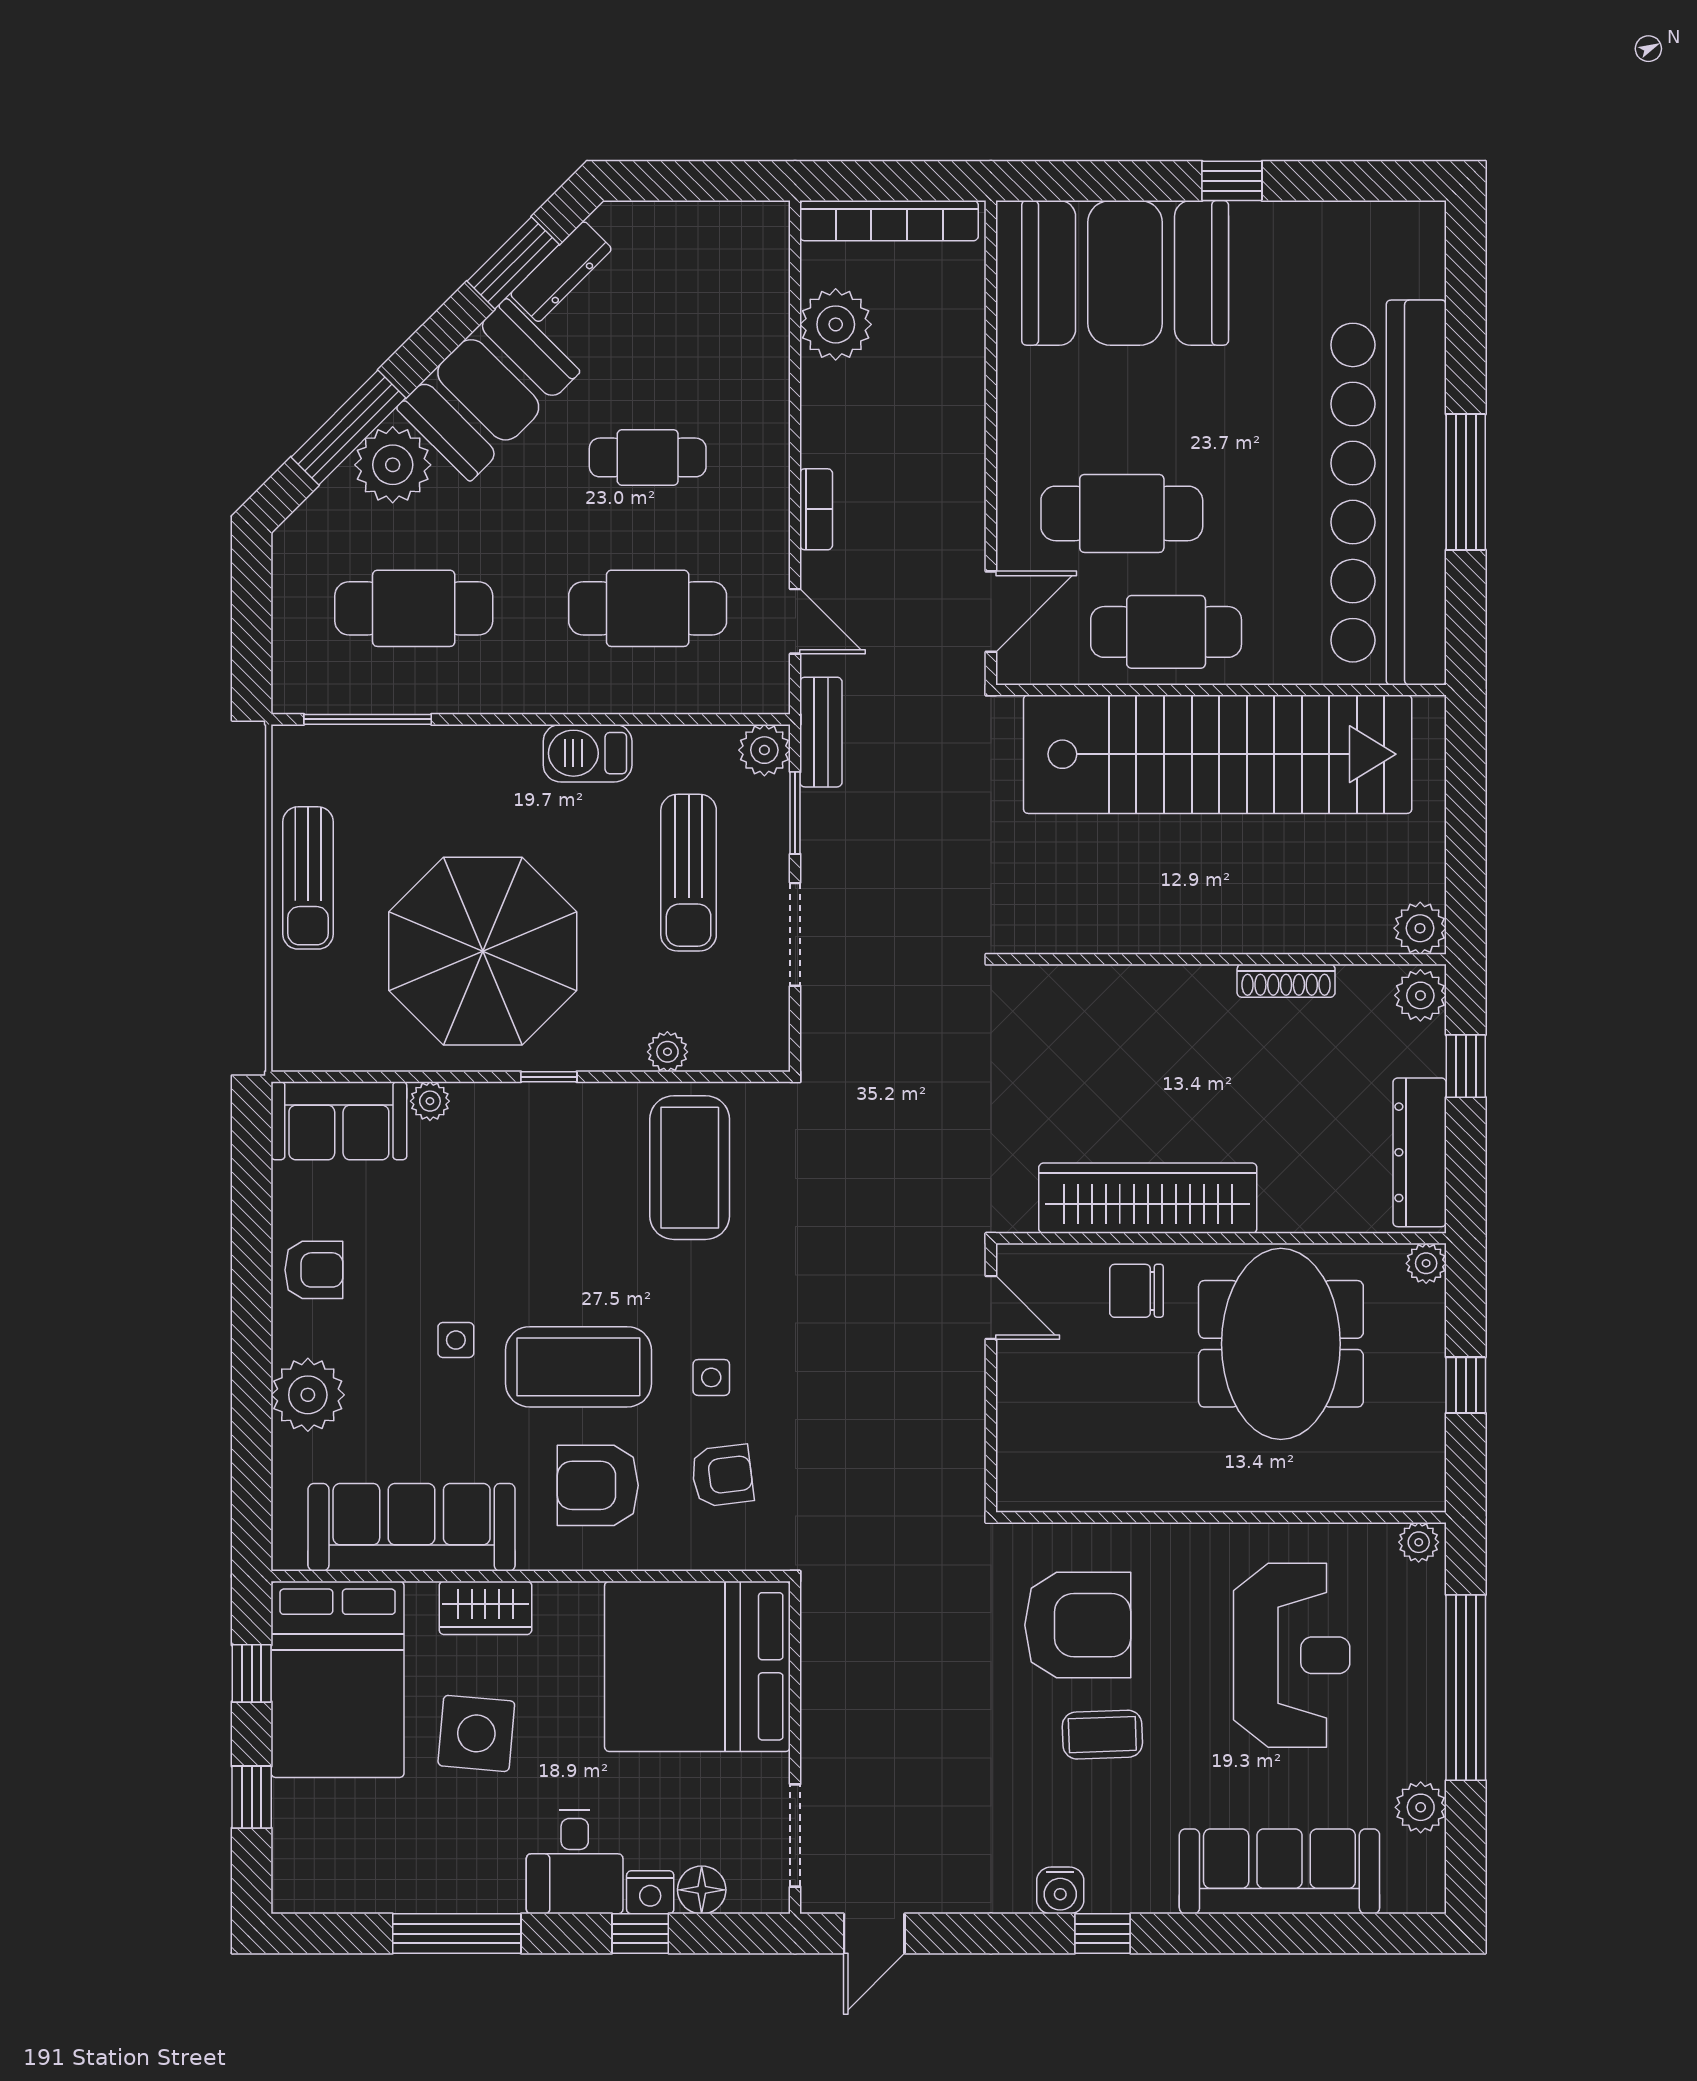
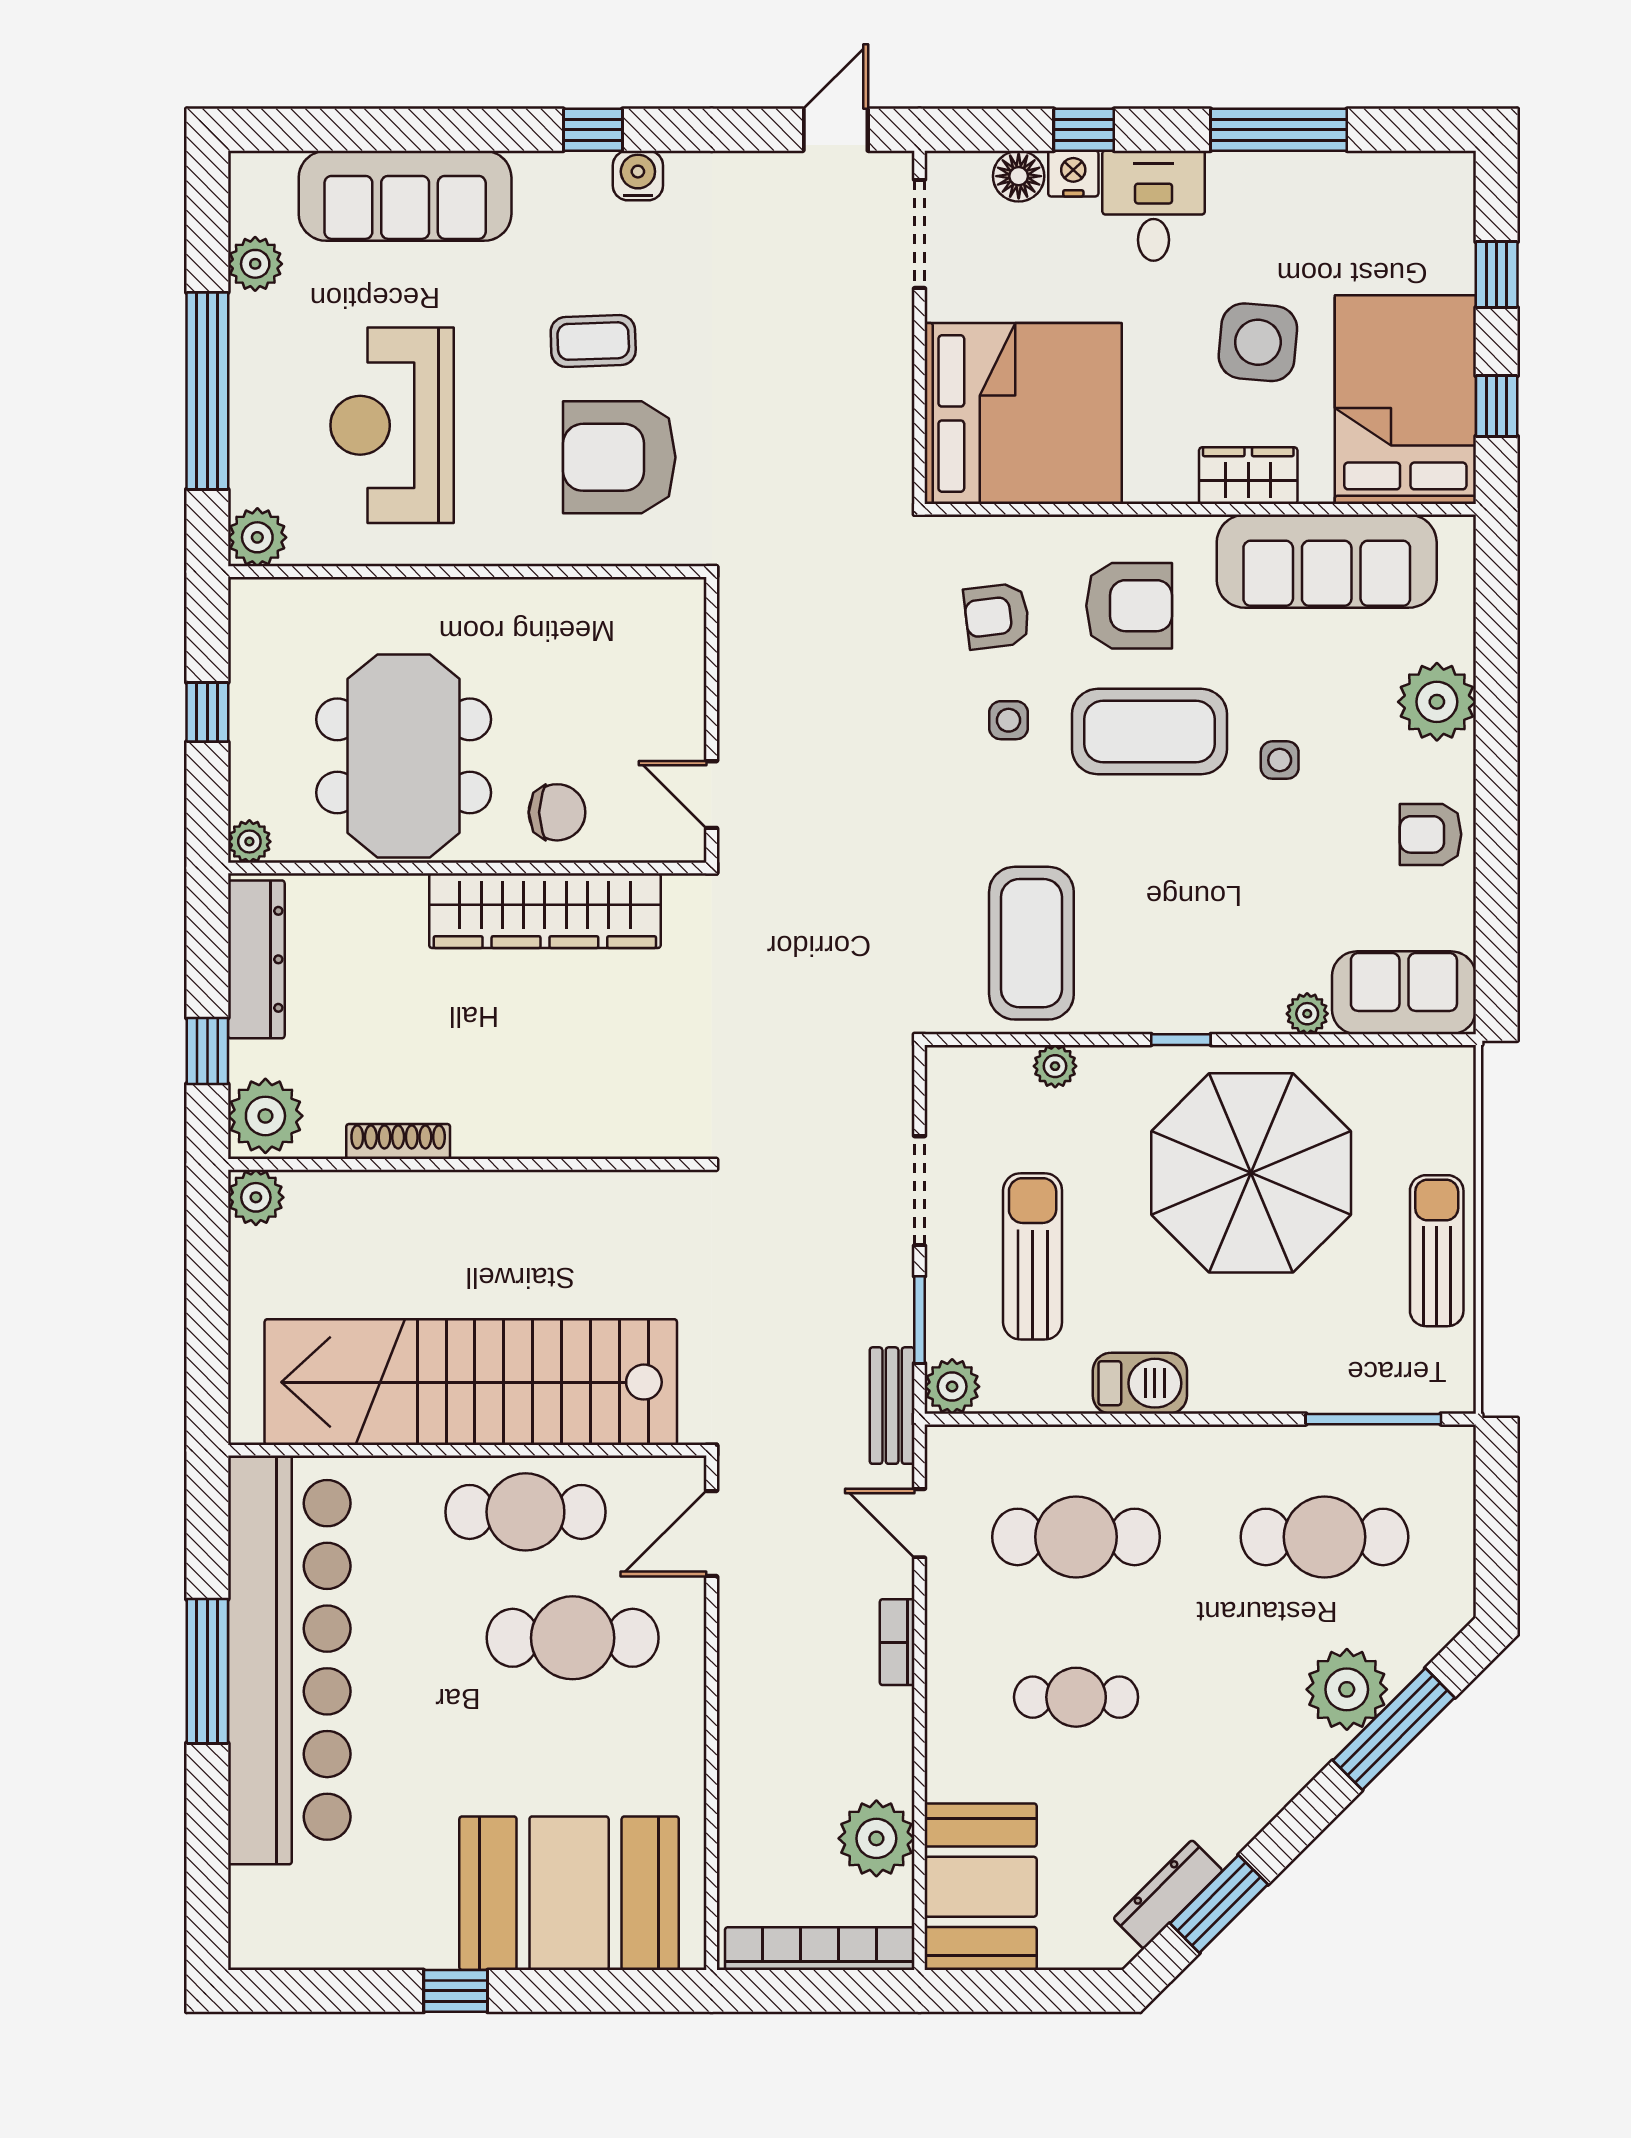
booth: (488, 390) -> (981, 1887), moved, turned -45
plant: (1420, 995) -> (265, 1116), width x1.36, depth x1.36
plant: (1419, 1542) -> (257, 537), width x1.38, depth x1.38

